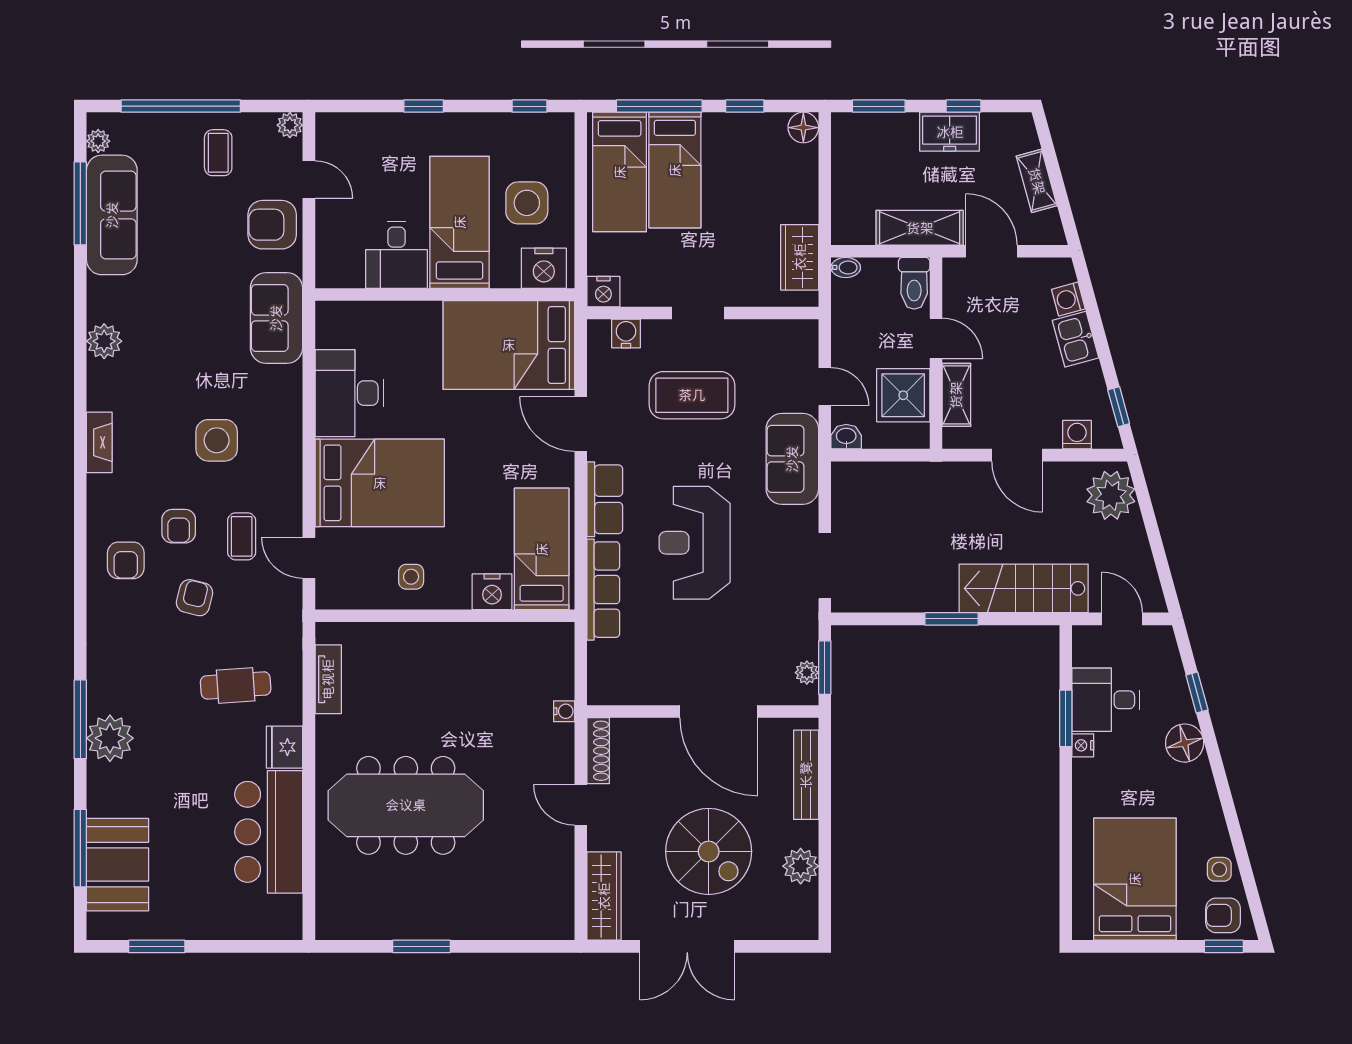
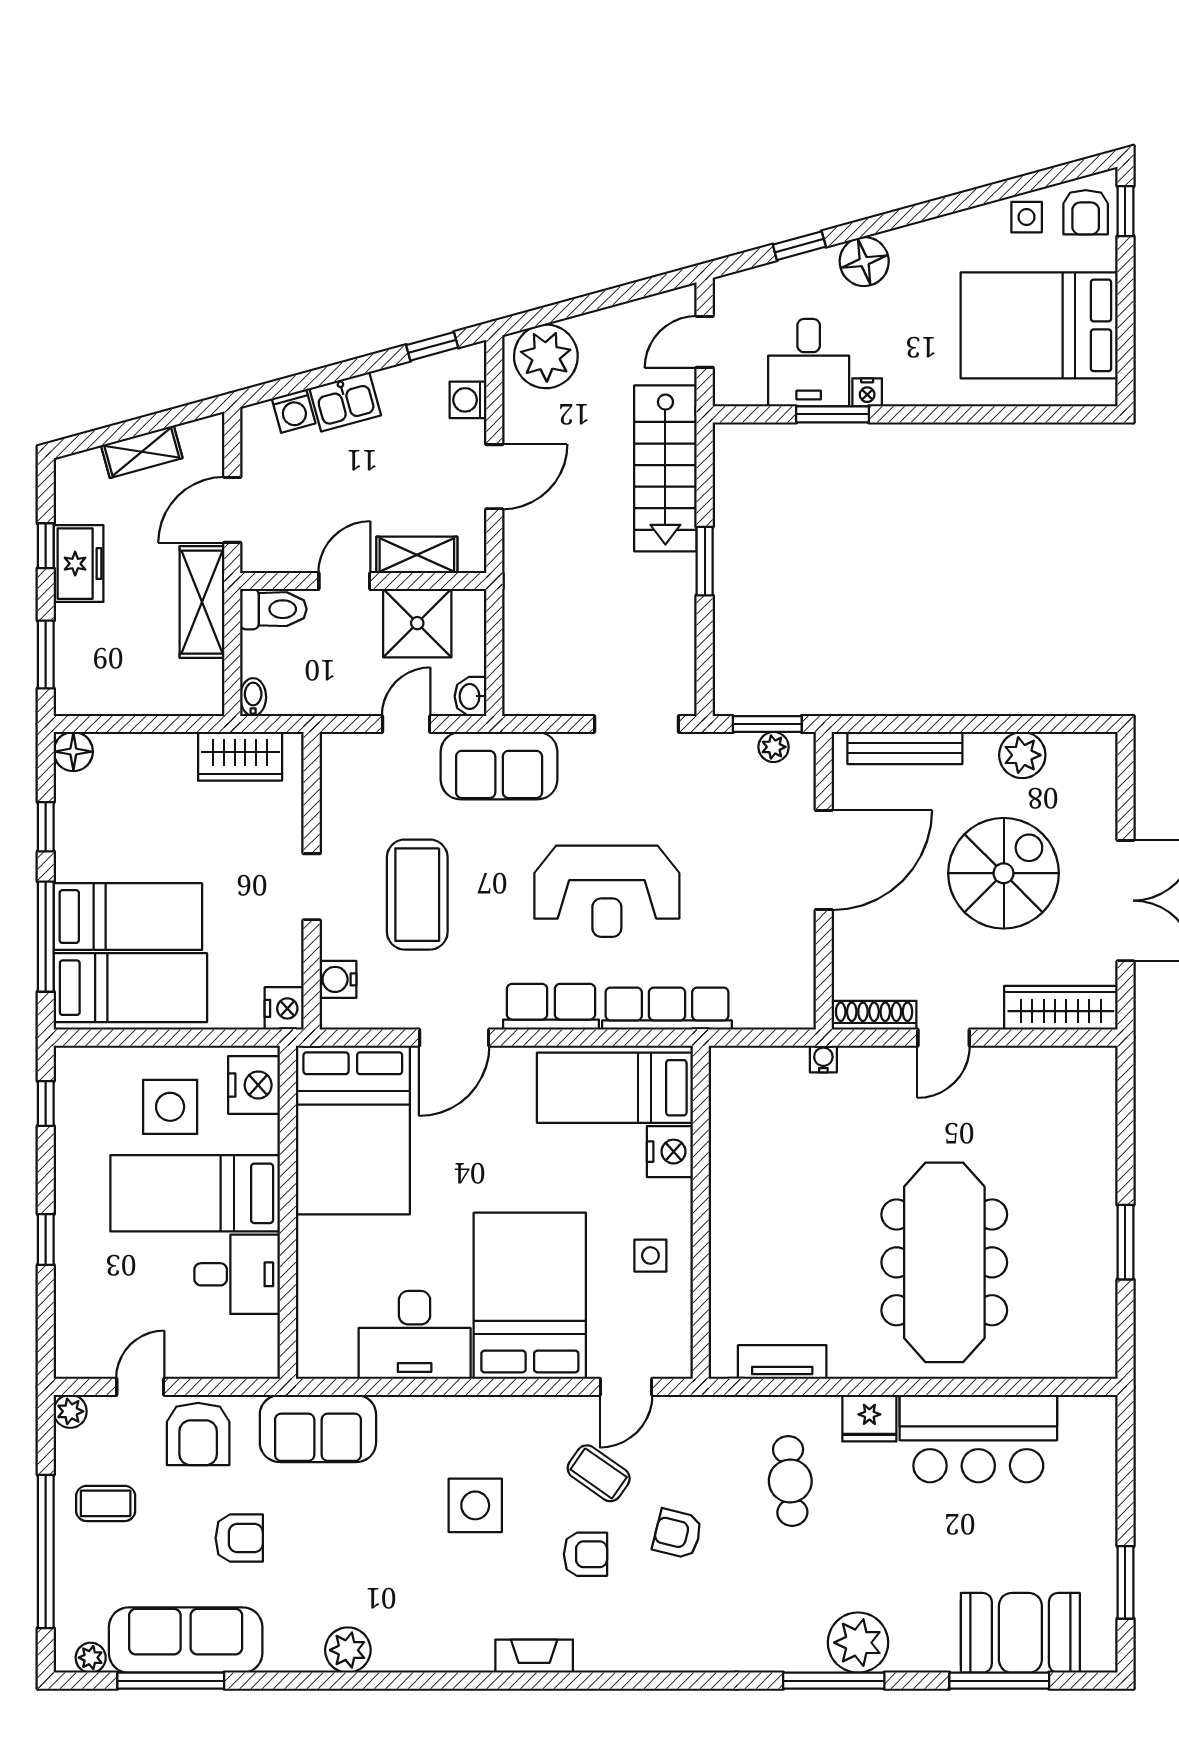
fireplace: (99, 442) -> (534, 1656), moved
coffee table: (242, 536) -> (599, 1473), turned 35
armchair: (126, 560) -> (239, 1538), moved

